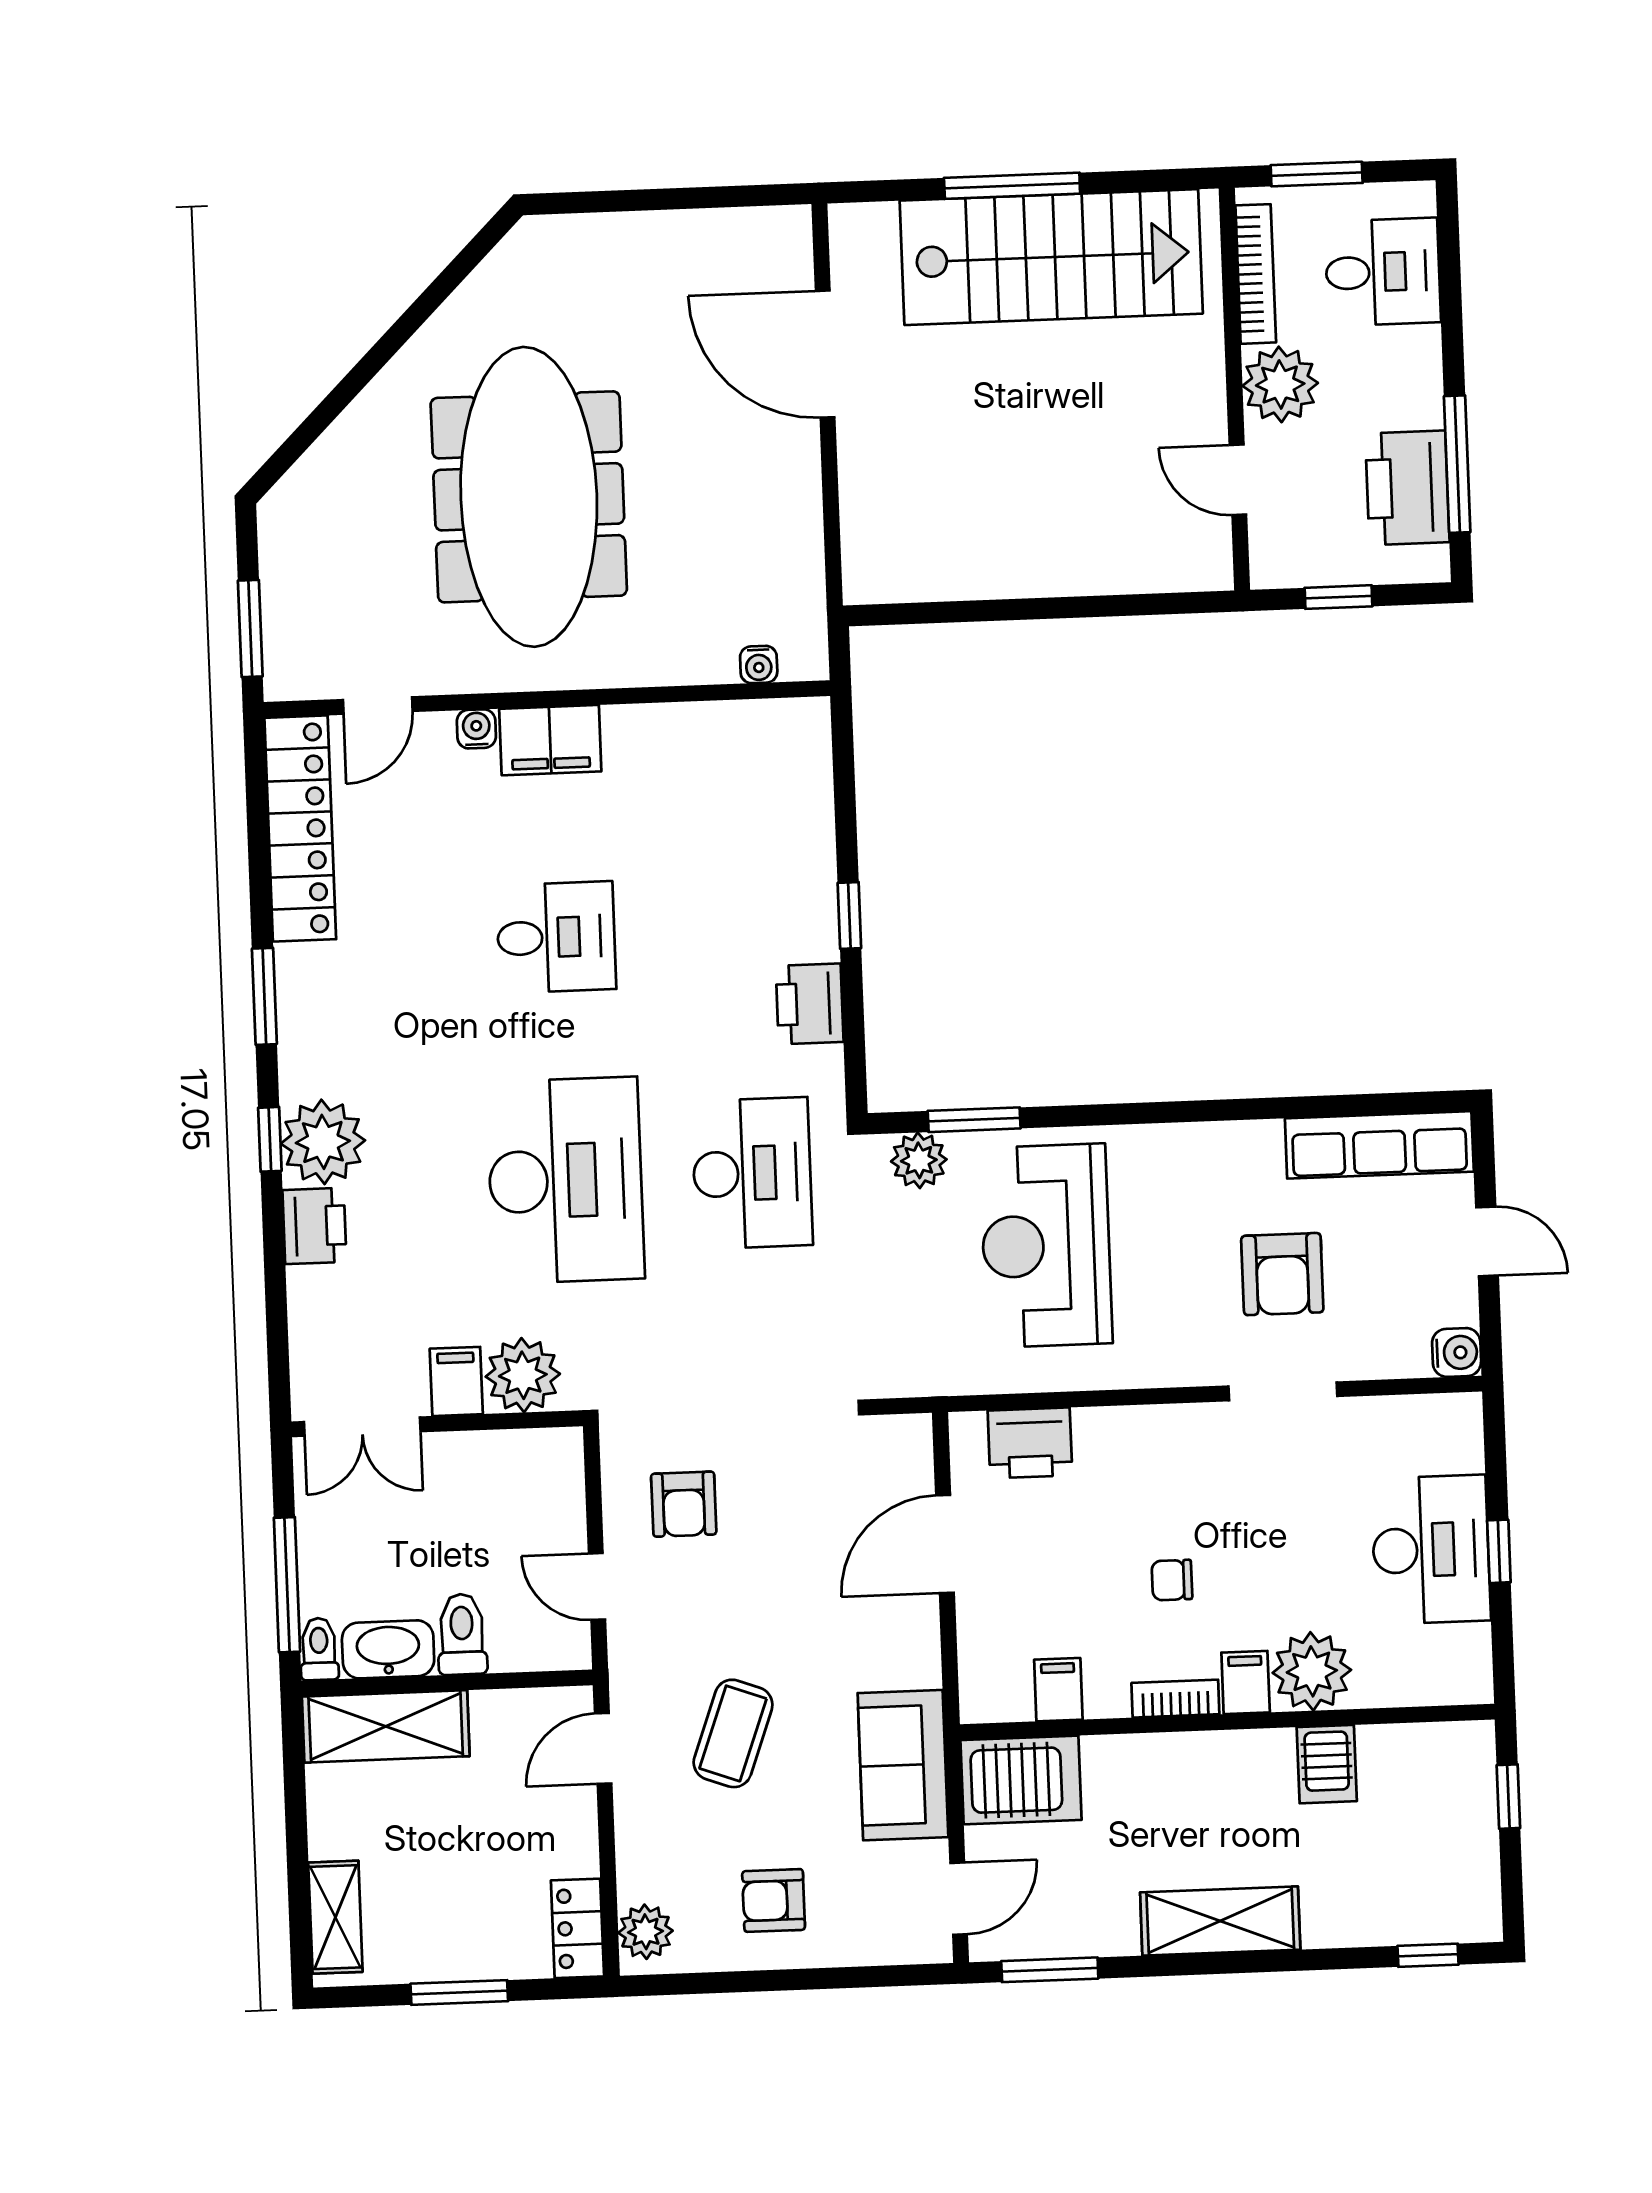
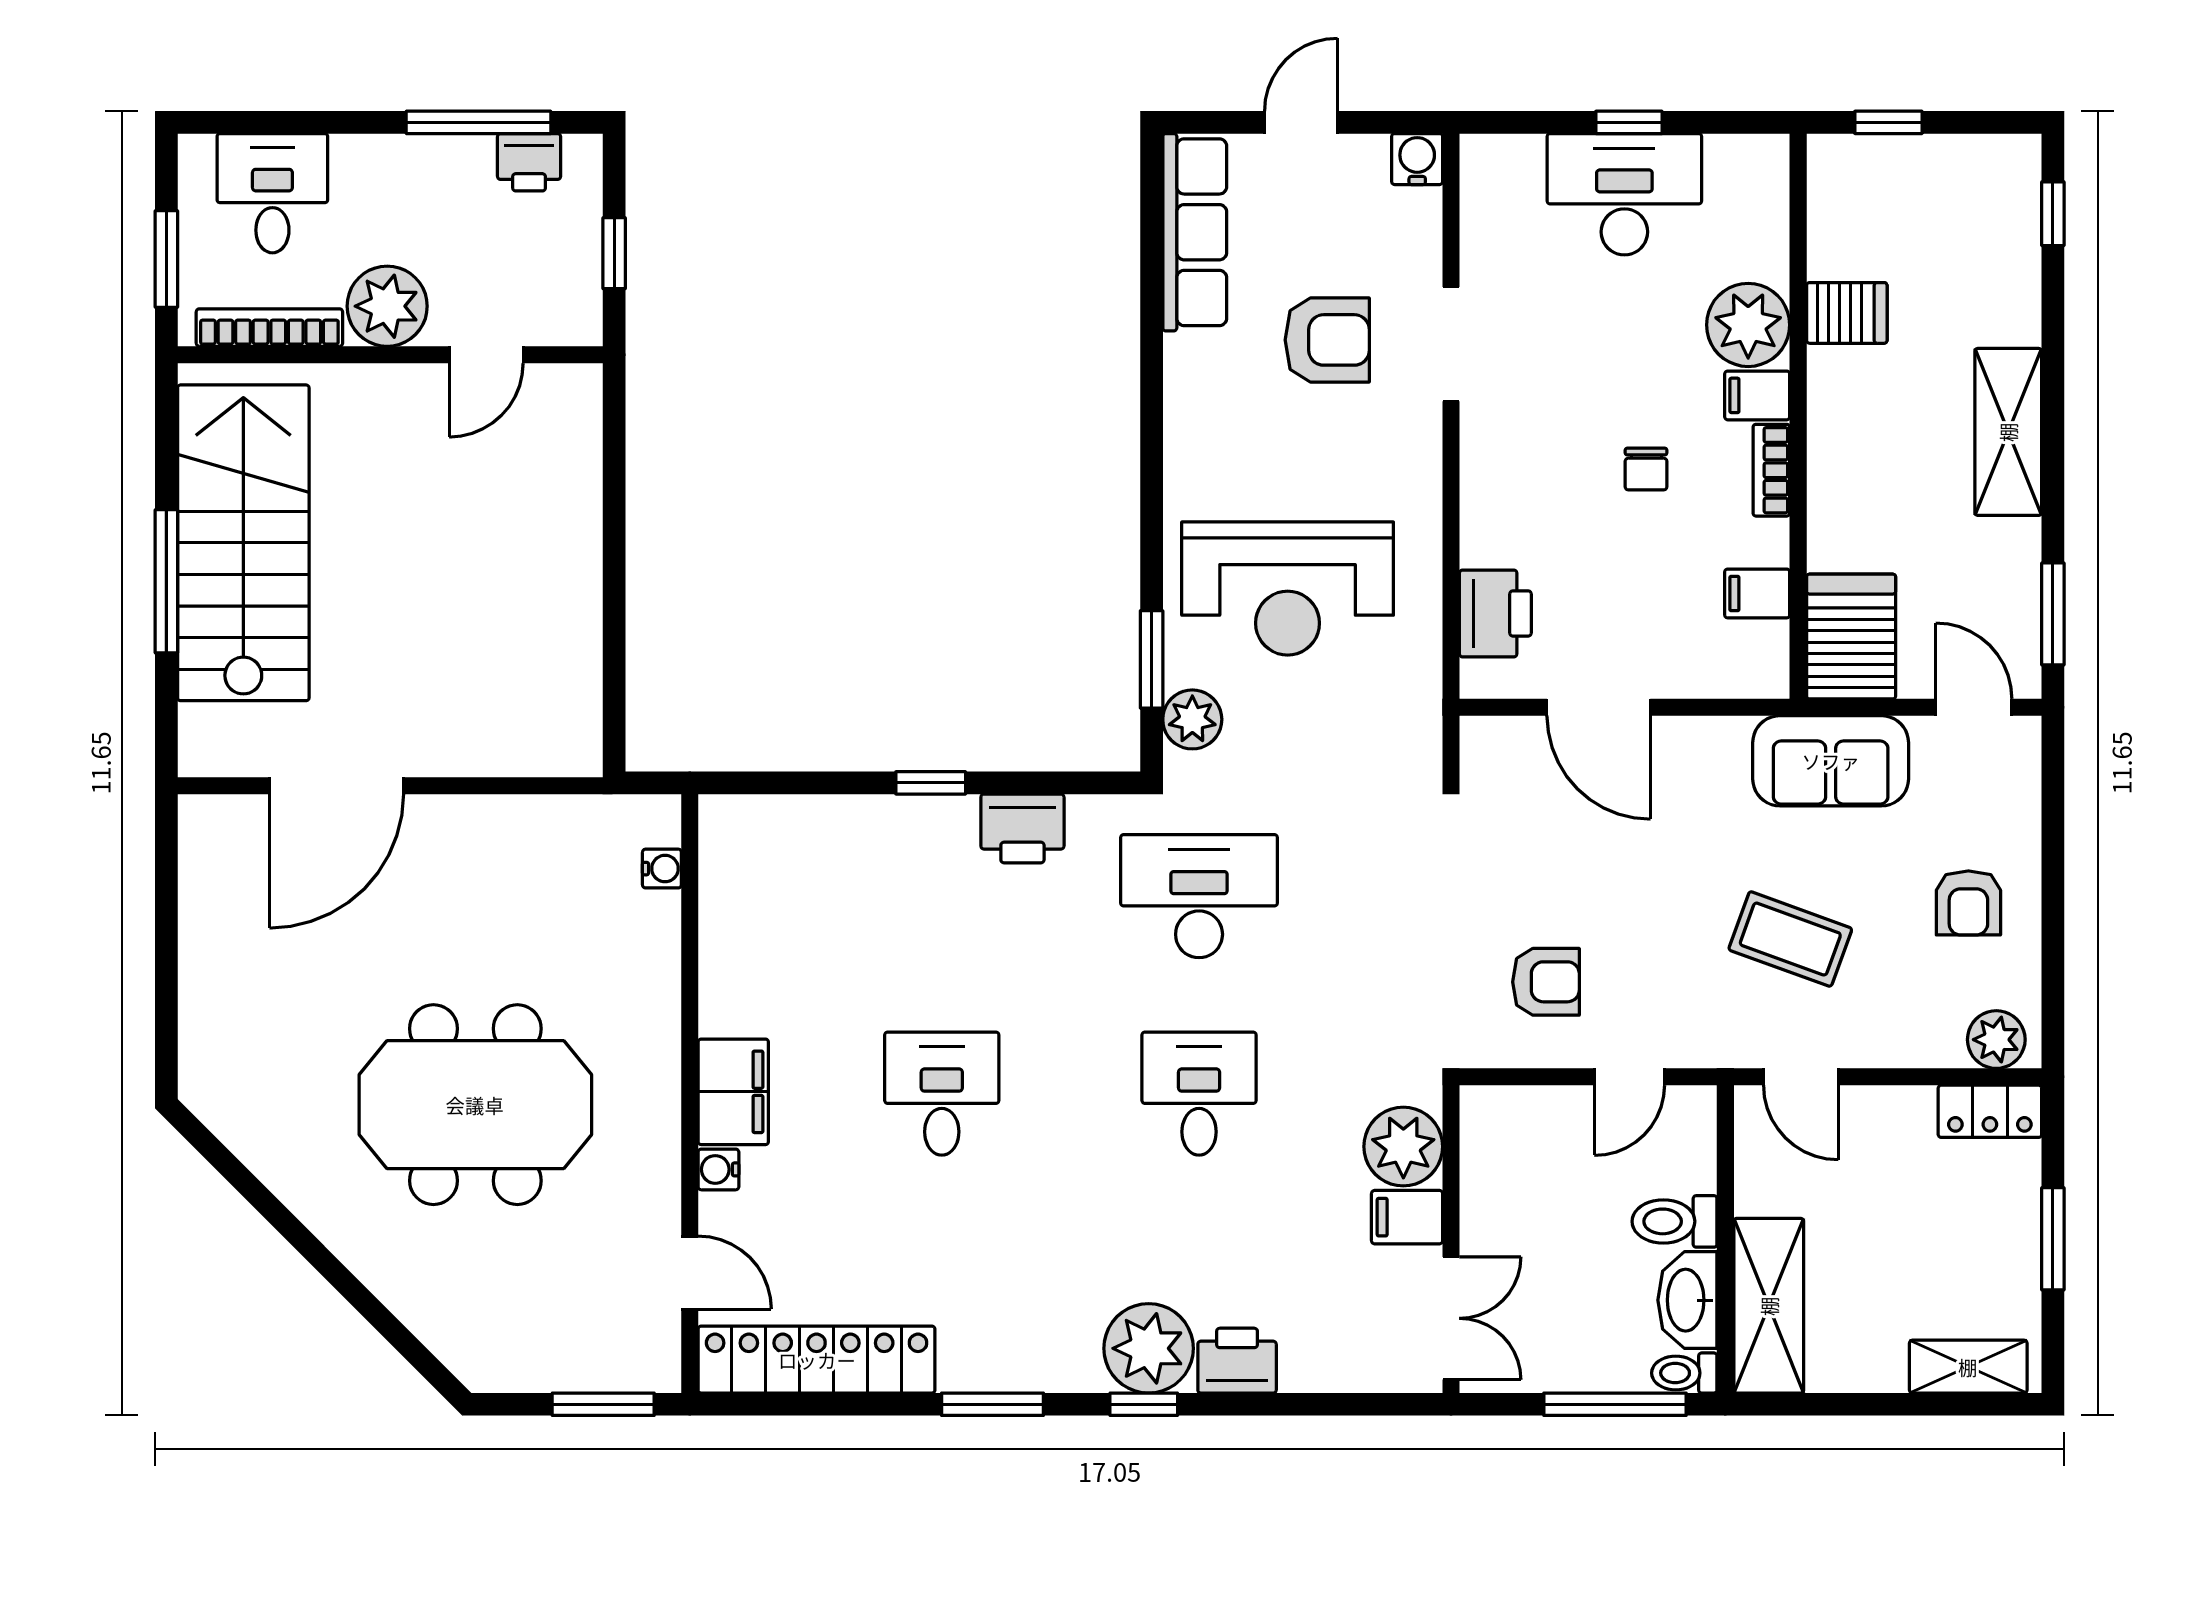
printer: (1407, 488) -> (529, 162), width x0.53, depth x0.68
meeting table: (529, 497) -> (475, 1105), width x0.73
desk: (565, 1180) -> (1199, 1094), width x0.53, depth x0.77

